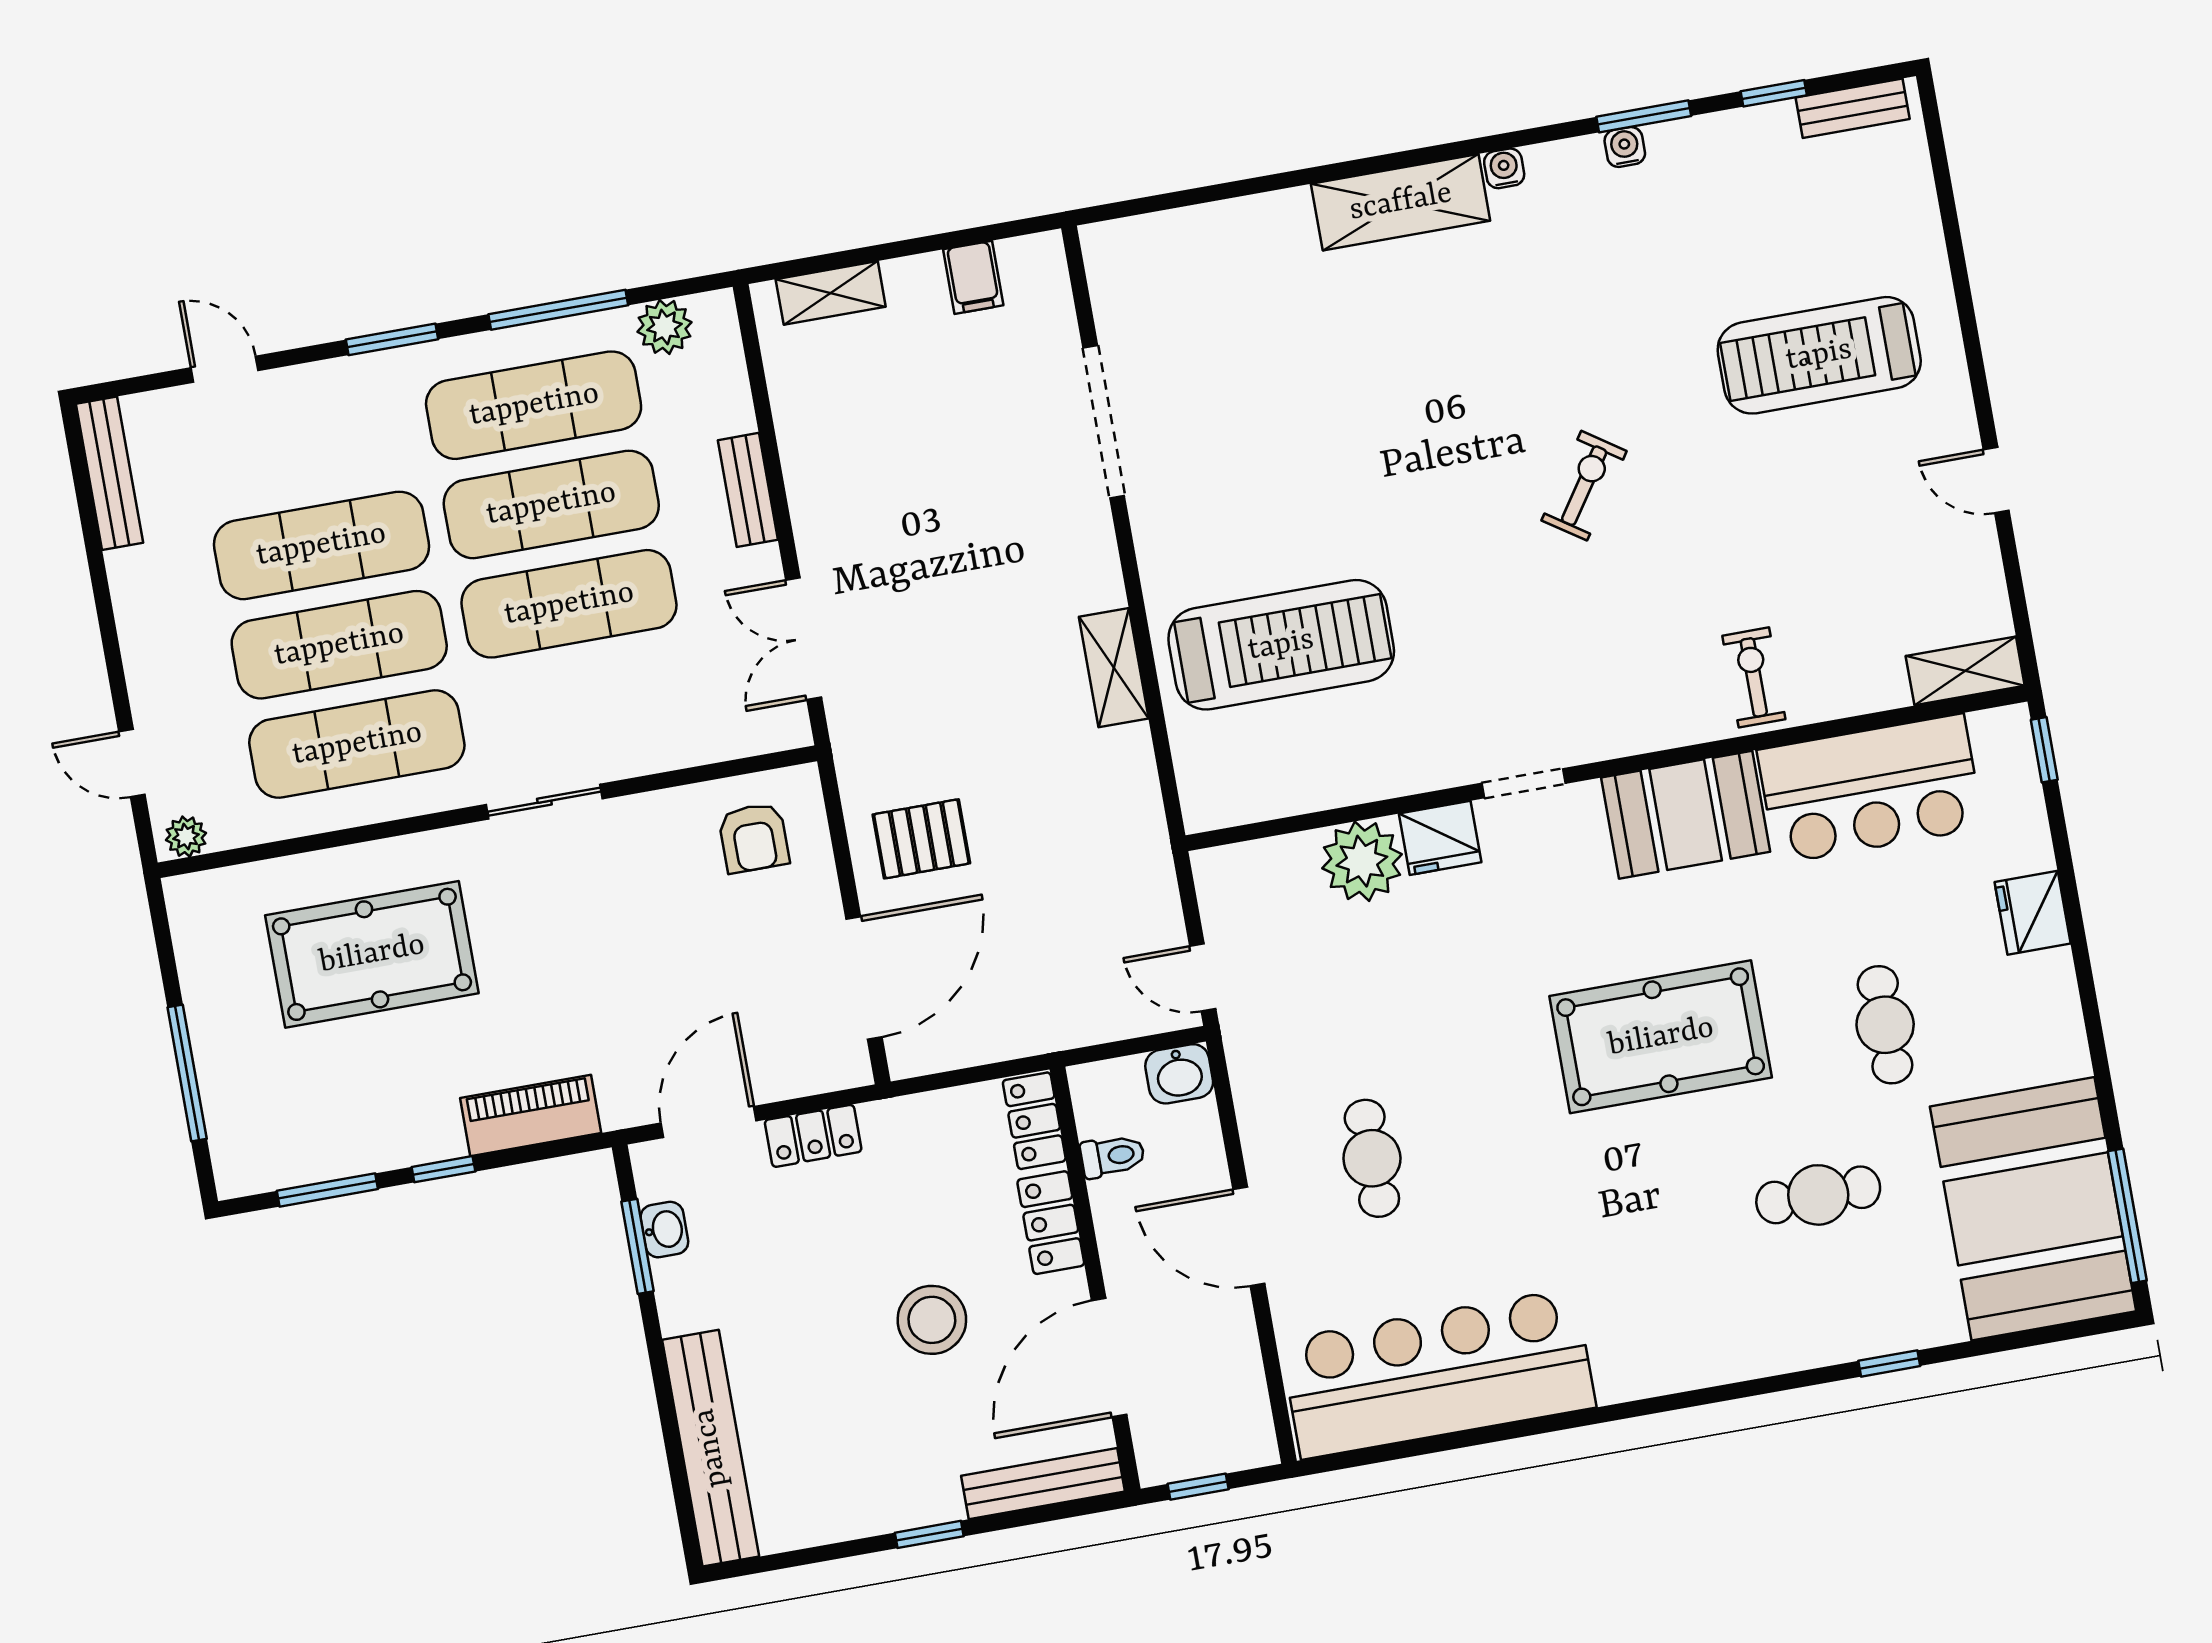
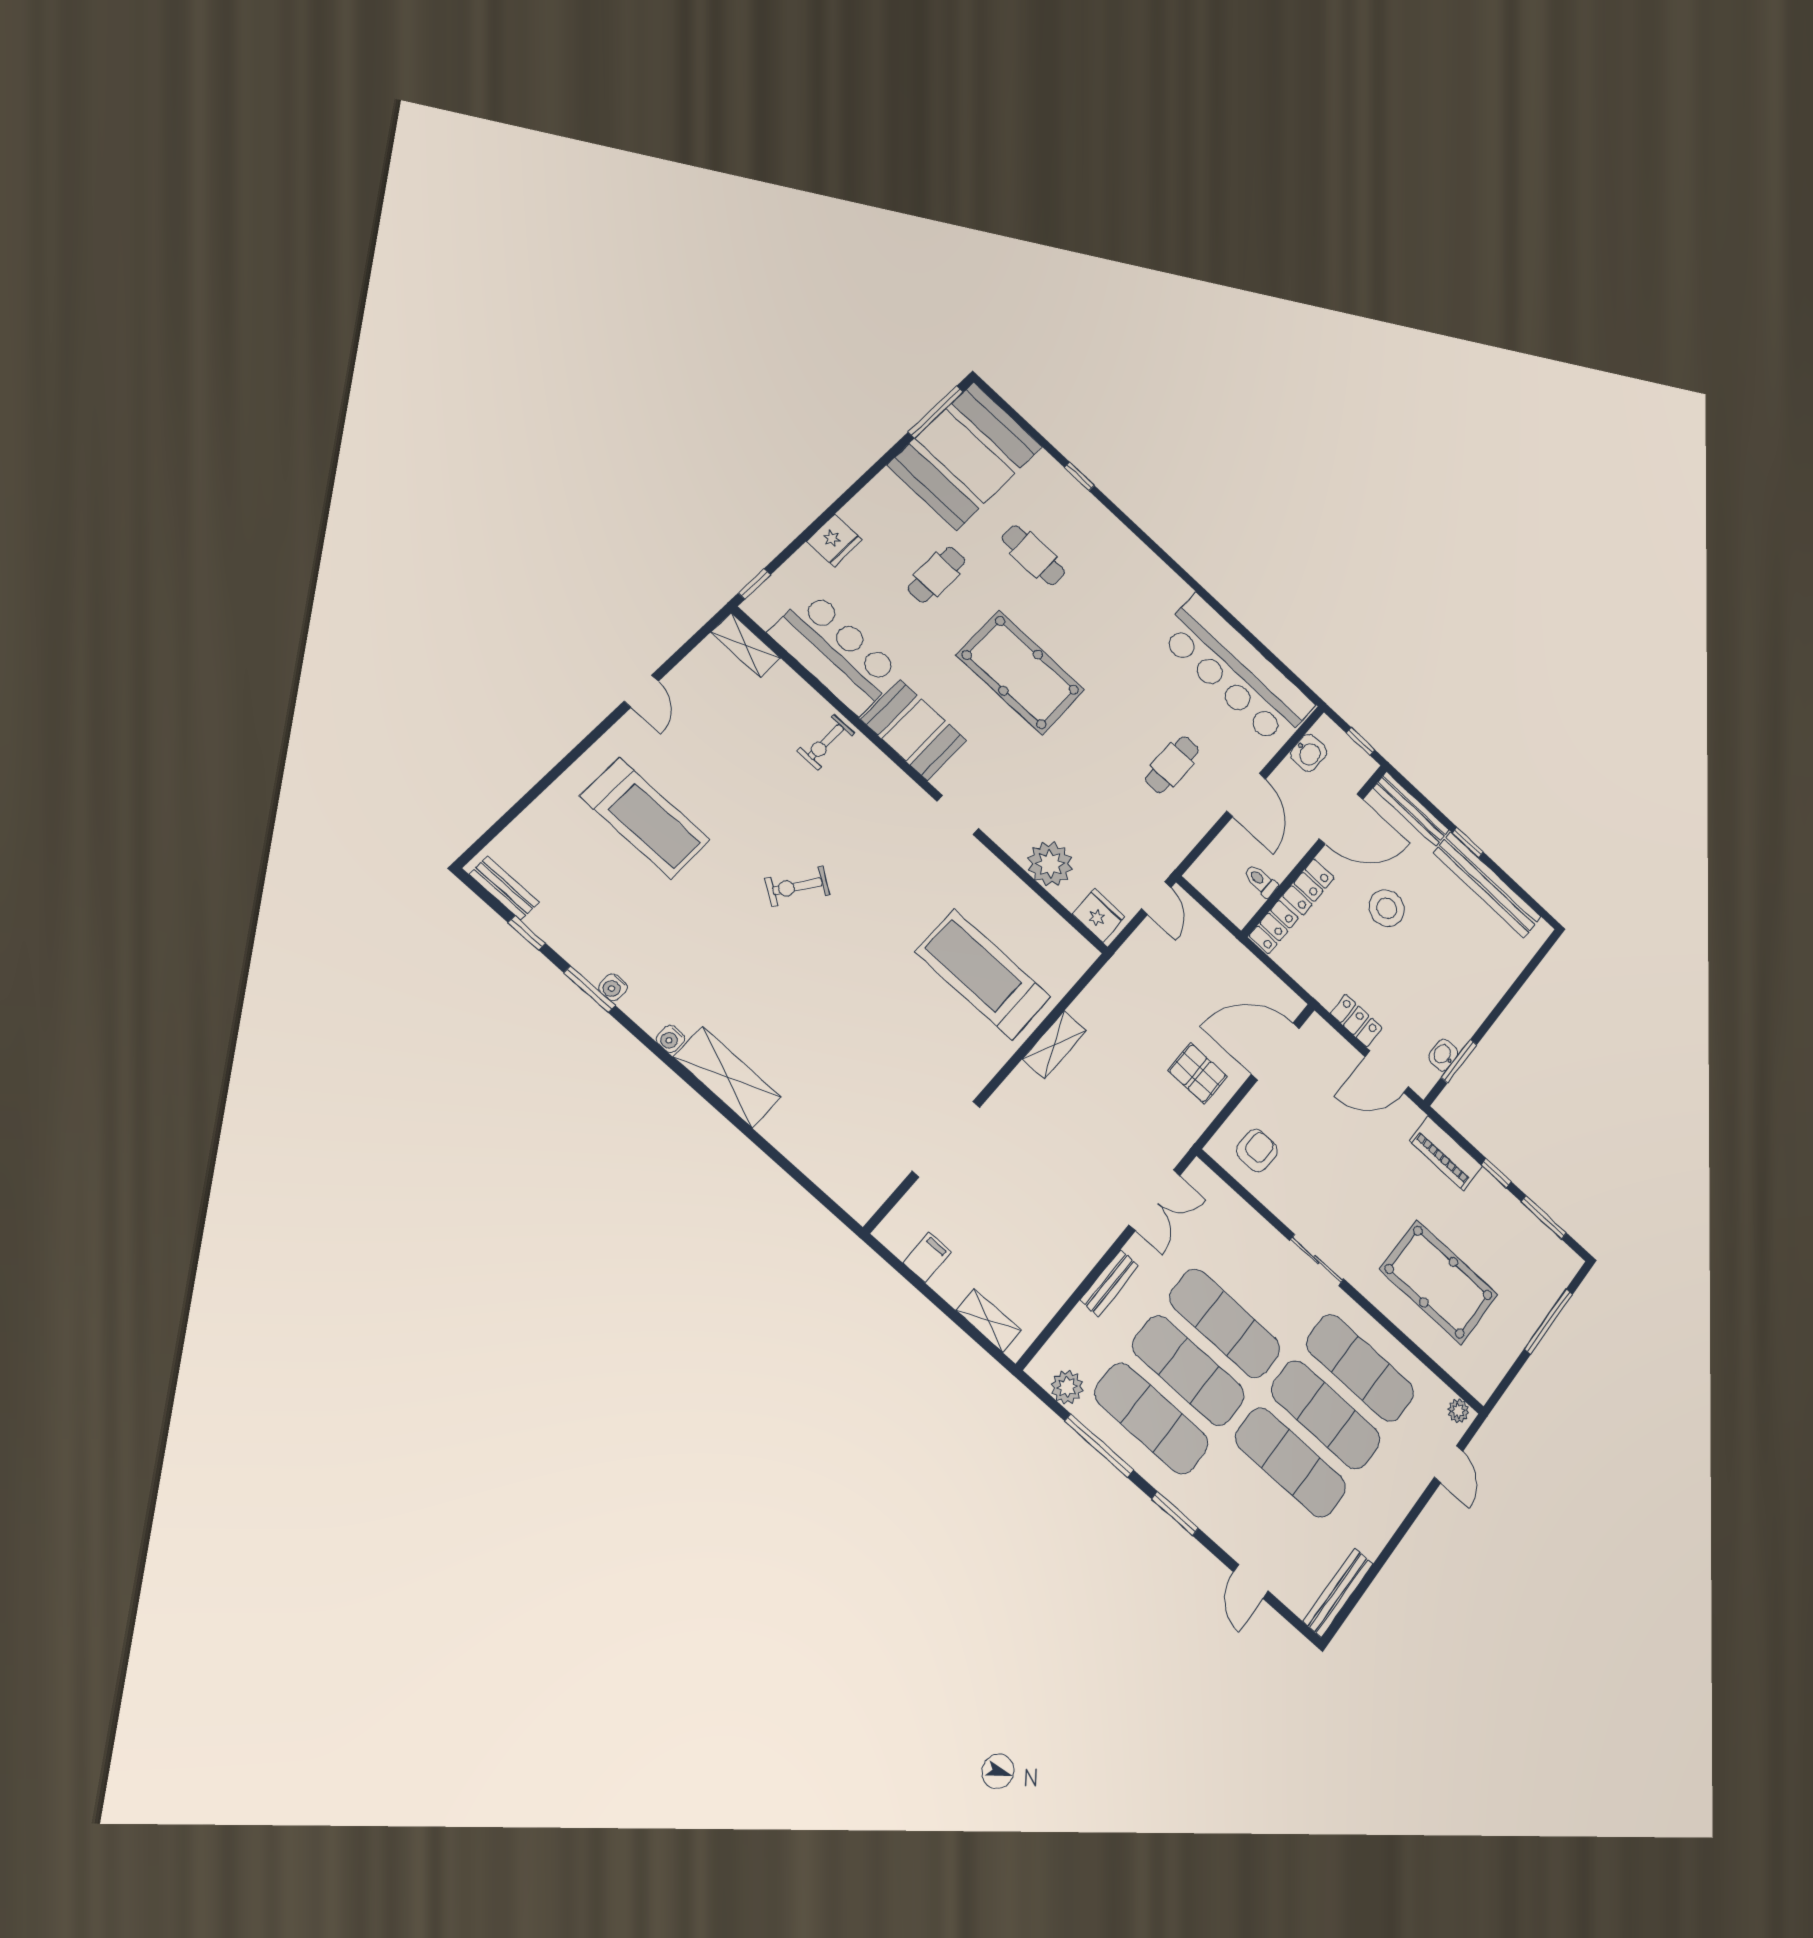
fridge: (1440, 838) -> (1099, 915), moved
washbasin: (1179, 1074) -> (1308, 753), moved, turned 90
bench: (711, 1448) -> (1487, 885), moved, turned 90

